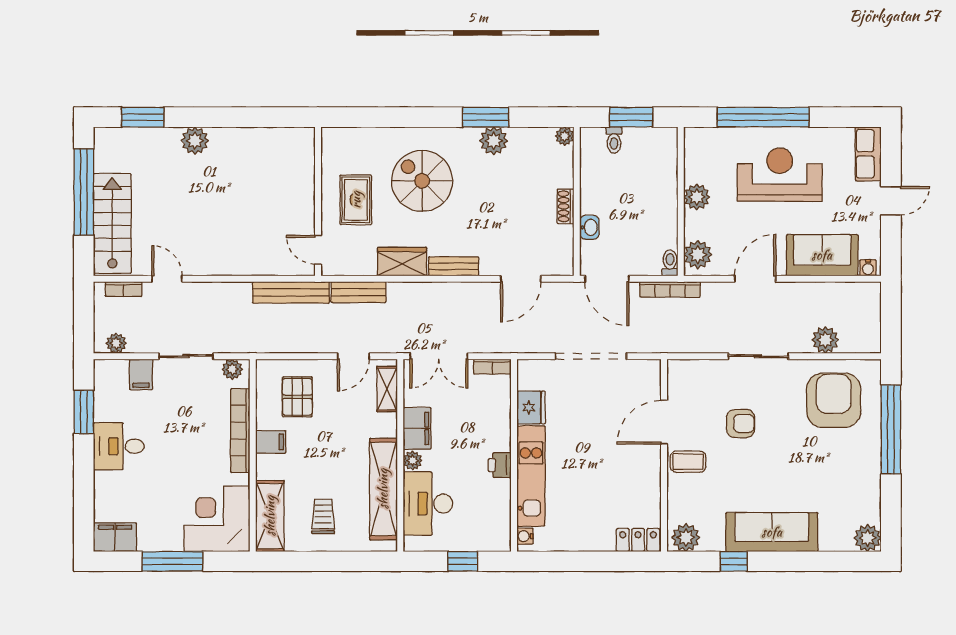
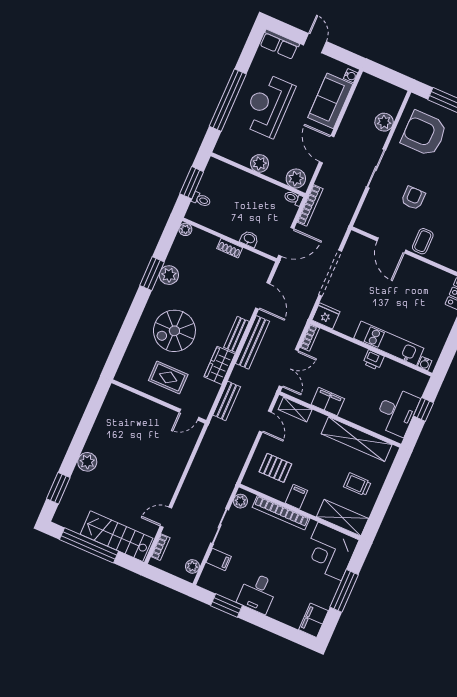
bench: (291, 292) -> (252, 342), moved
fridge: (531, 407) -> (326, 316), moved
plant: (413, 461) -> (347, 413), removed
desk: (428, 504) -> (397, 412), moved, turned -90

